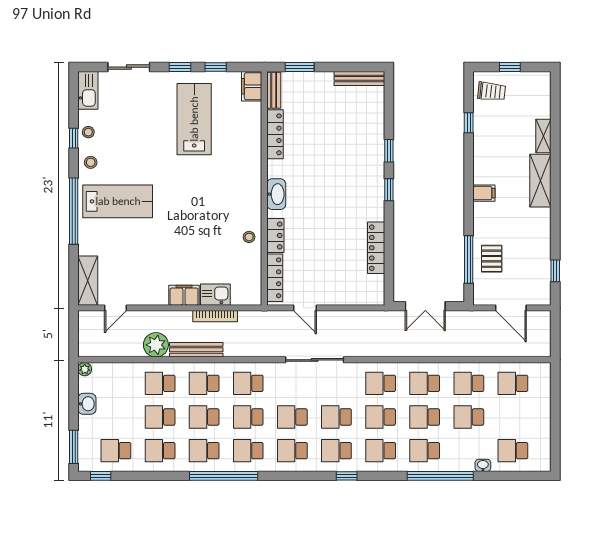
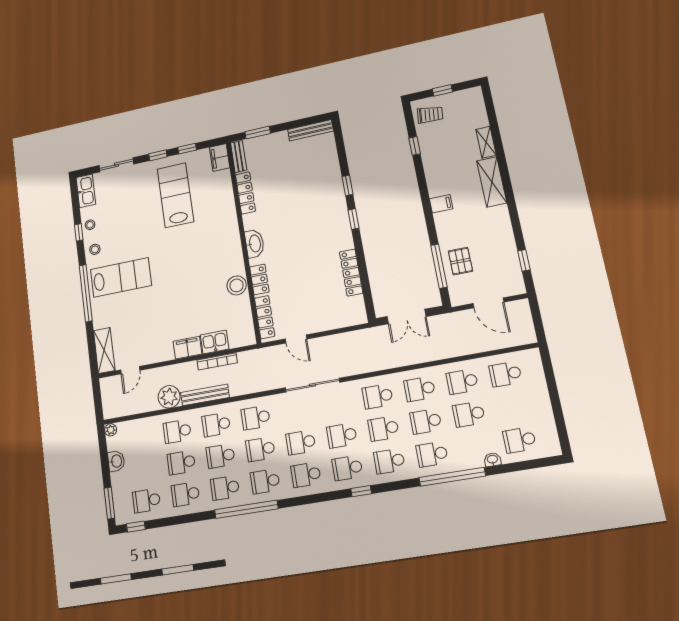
stool: (249, 237) -> (237, 285), width x1.89, depth x1.89

